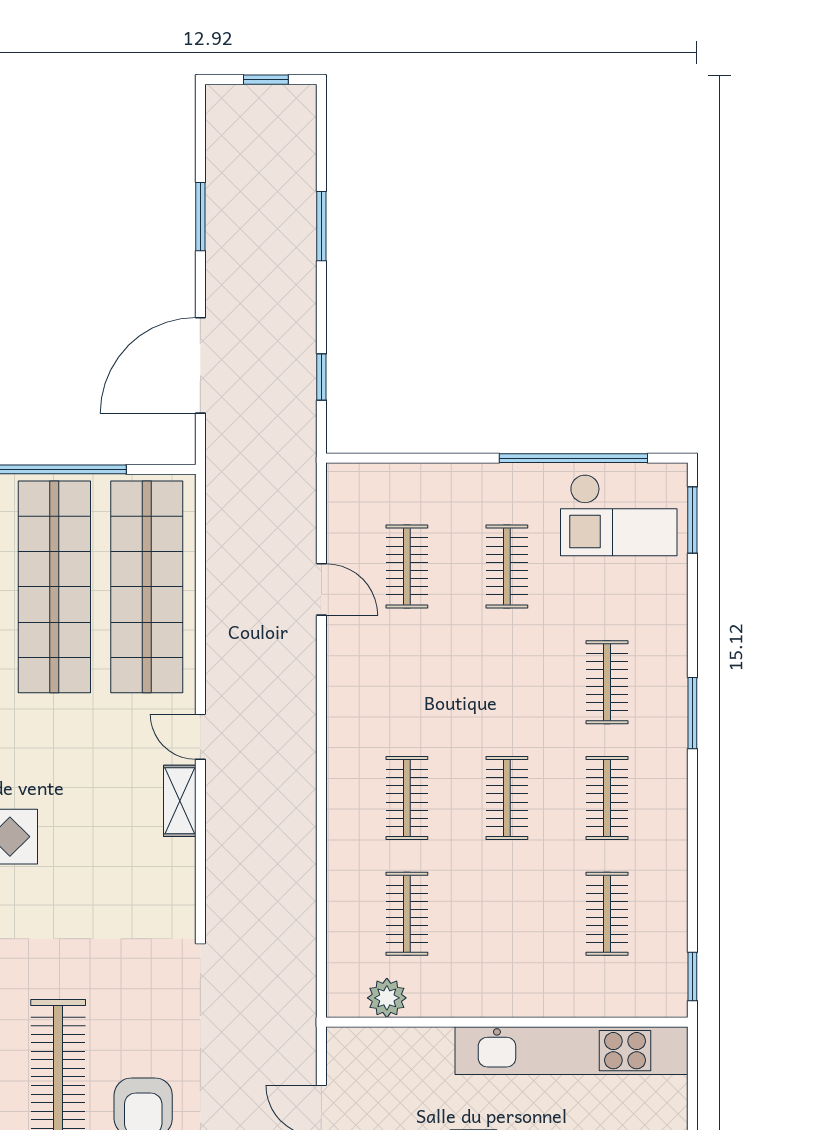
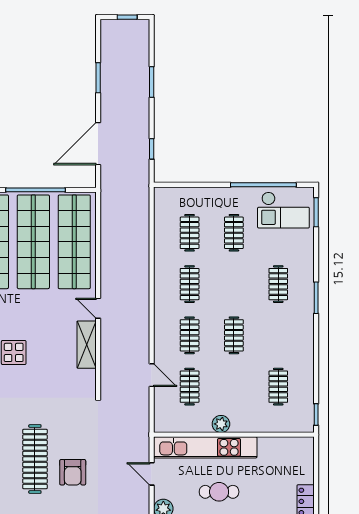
door: (321, 589) -> (152, 375), moved
clothes rail: (607, 798) -> (190, 284), moved
shelving: (180, 801) -> (87, 345), width x1.50, depth x1.33
plant: (387, 998) -> (221, 424), moved
kitchen unit: (571, 1051) -> (205, 447), moved

